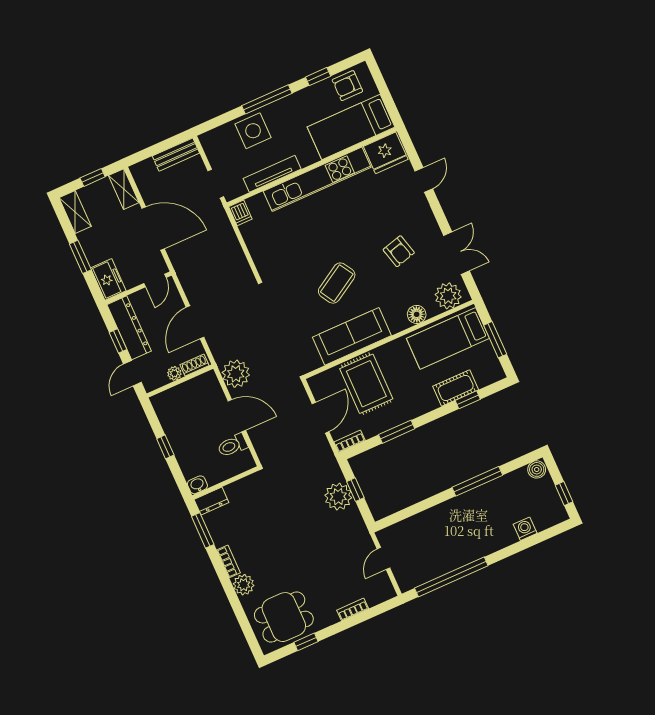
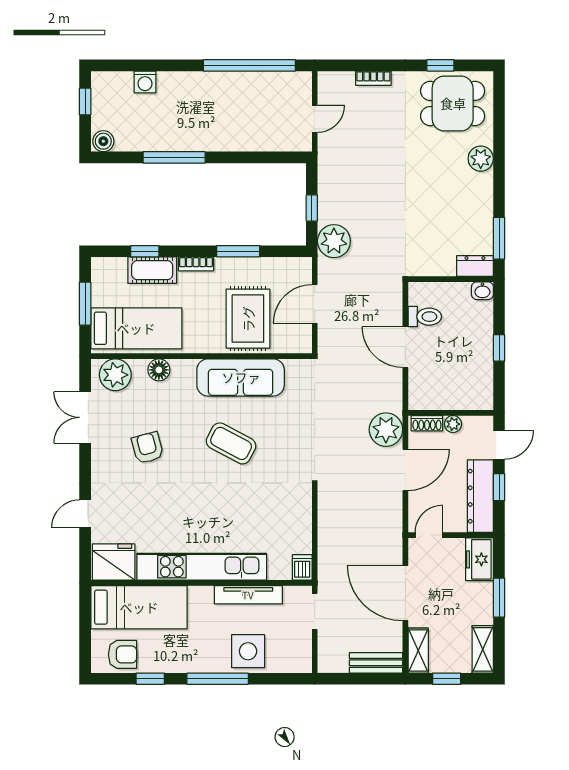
bench: (176, 155) -> (376, 663), moved
coffee table: (337, 283) -> (231, 443), turned 59
plant: (236, 374) -> (386, 430), moved
bookcase: (350, 441) -> (196, 264), moved
plant: (338, 497) -> (334, 241), moved
bookcase: (228, 561) -> (486, 191), removed

